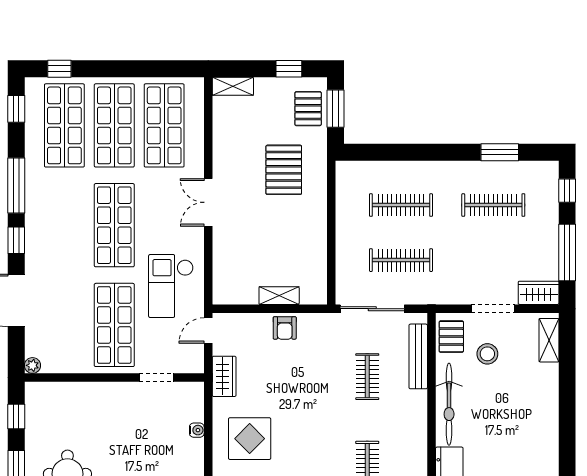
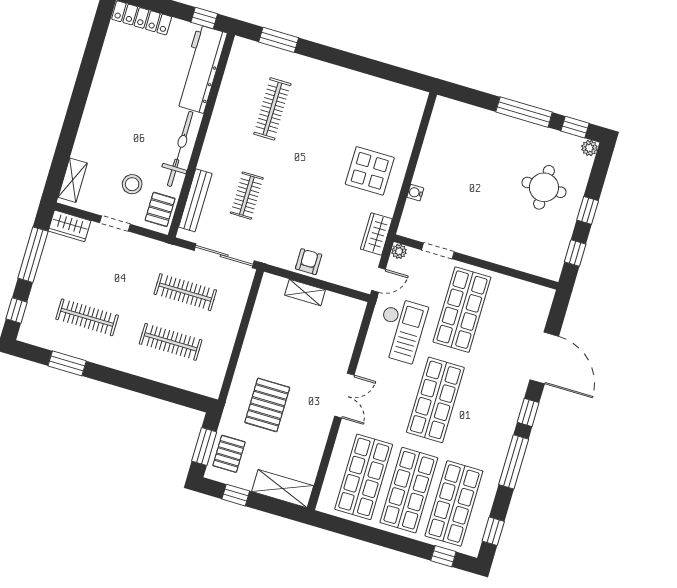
shelving: (233, 86) -> (283, 489), width x1.50, depth x1.33
doorway: (493, 309) -> (115, 224), width x0.73
plant: (32, 365) -> (399, 251), moved

